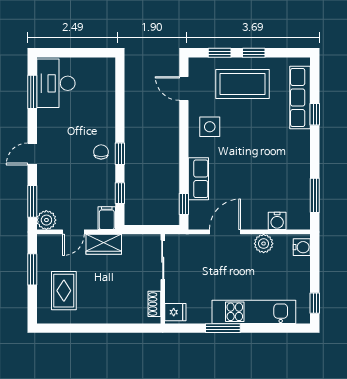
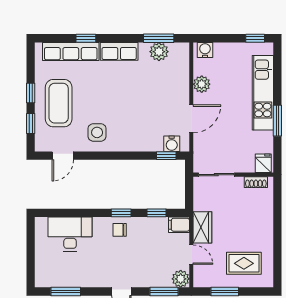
desk: (56, 83) -> (70, 234), moved, turned 180
row of seats: (198, 179) -> (119, 51), moved, turned 180
plant: (300, 196) -> (159, 52), added
water cooler: (277, 221) -> (172, 144), moved, turned 90
door: (225, 232) -> (191, 119), swing flipped

